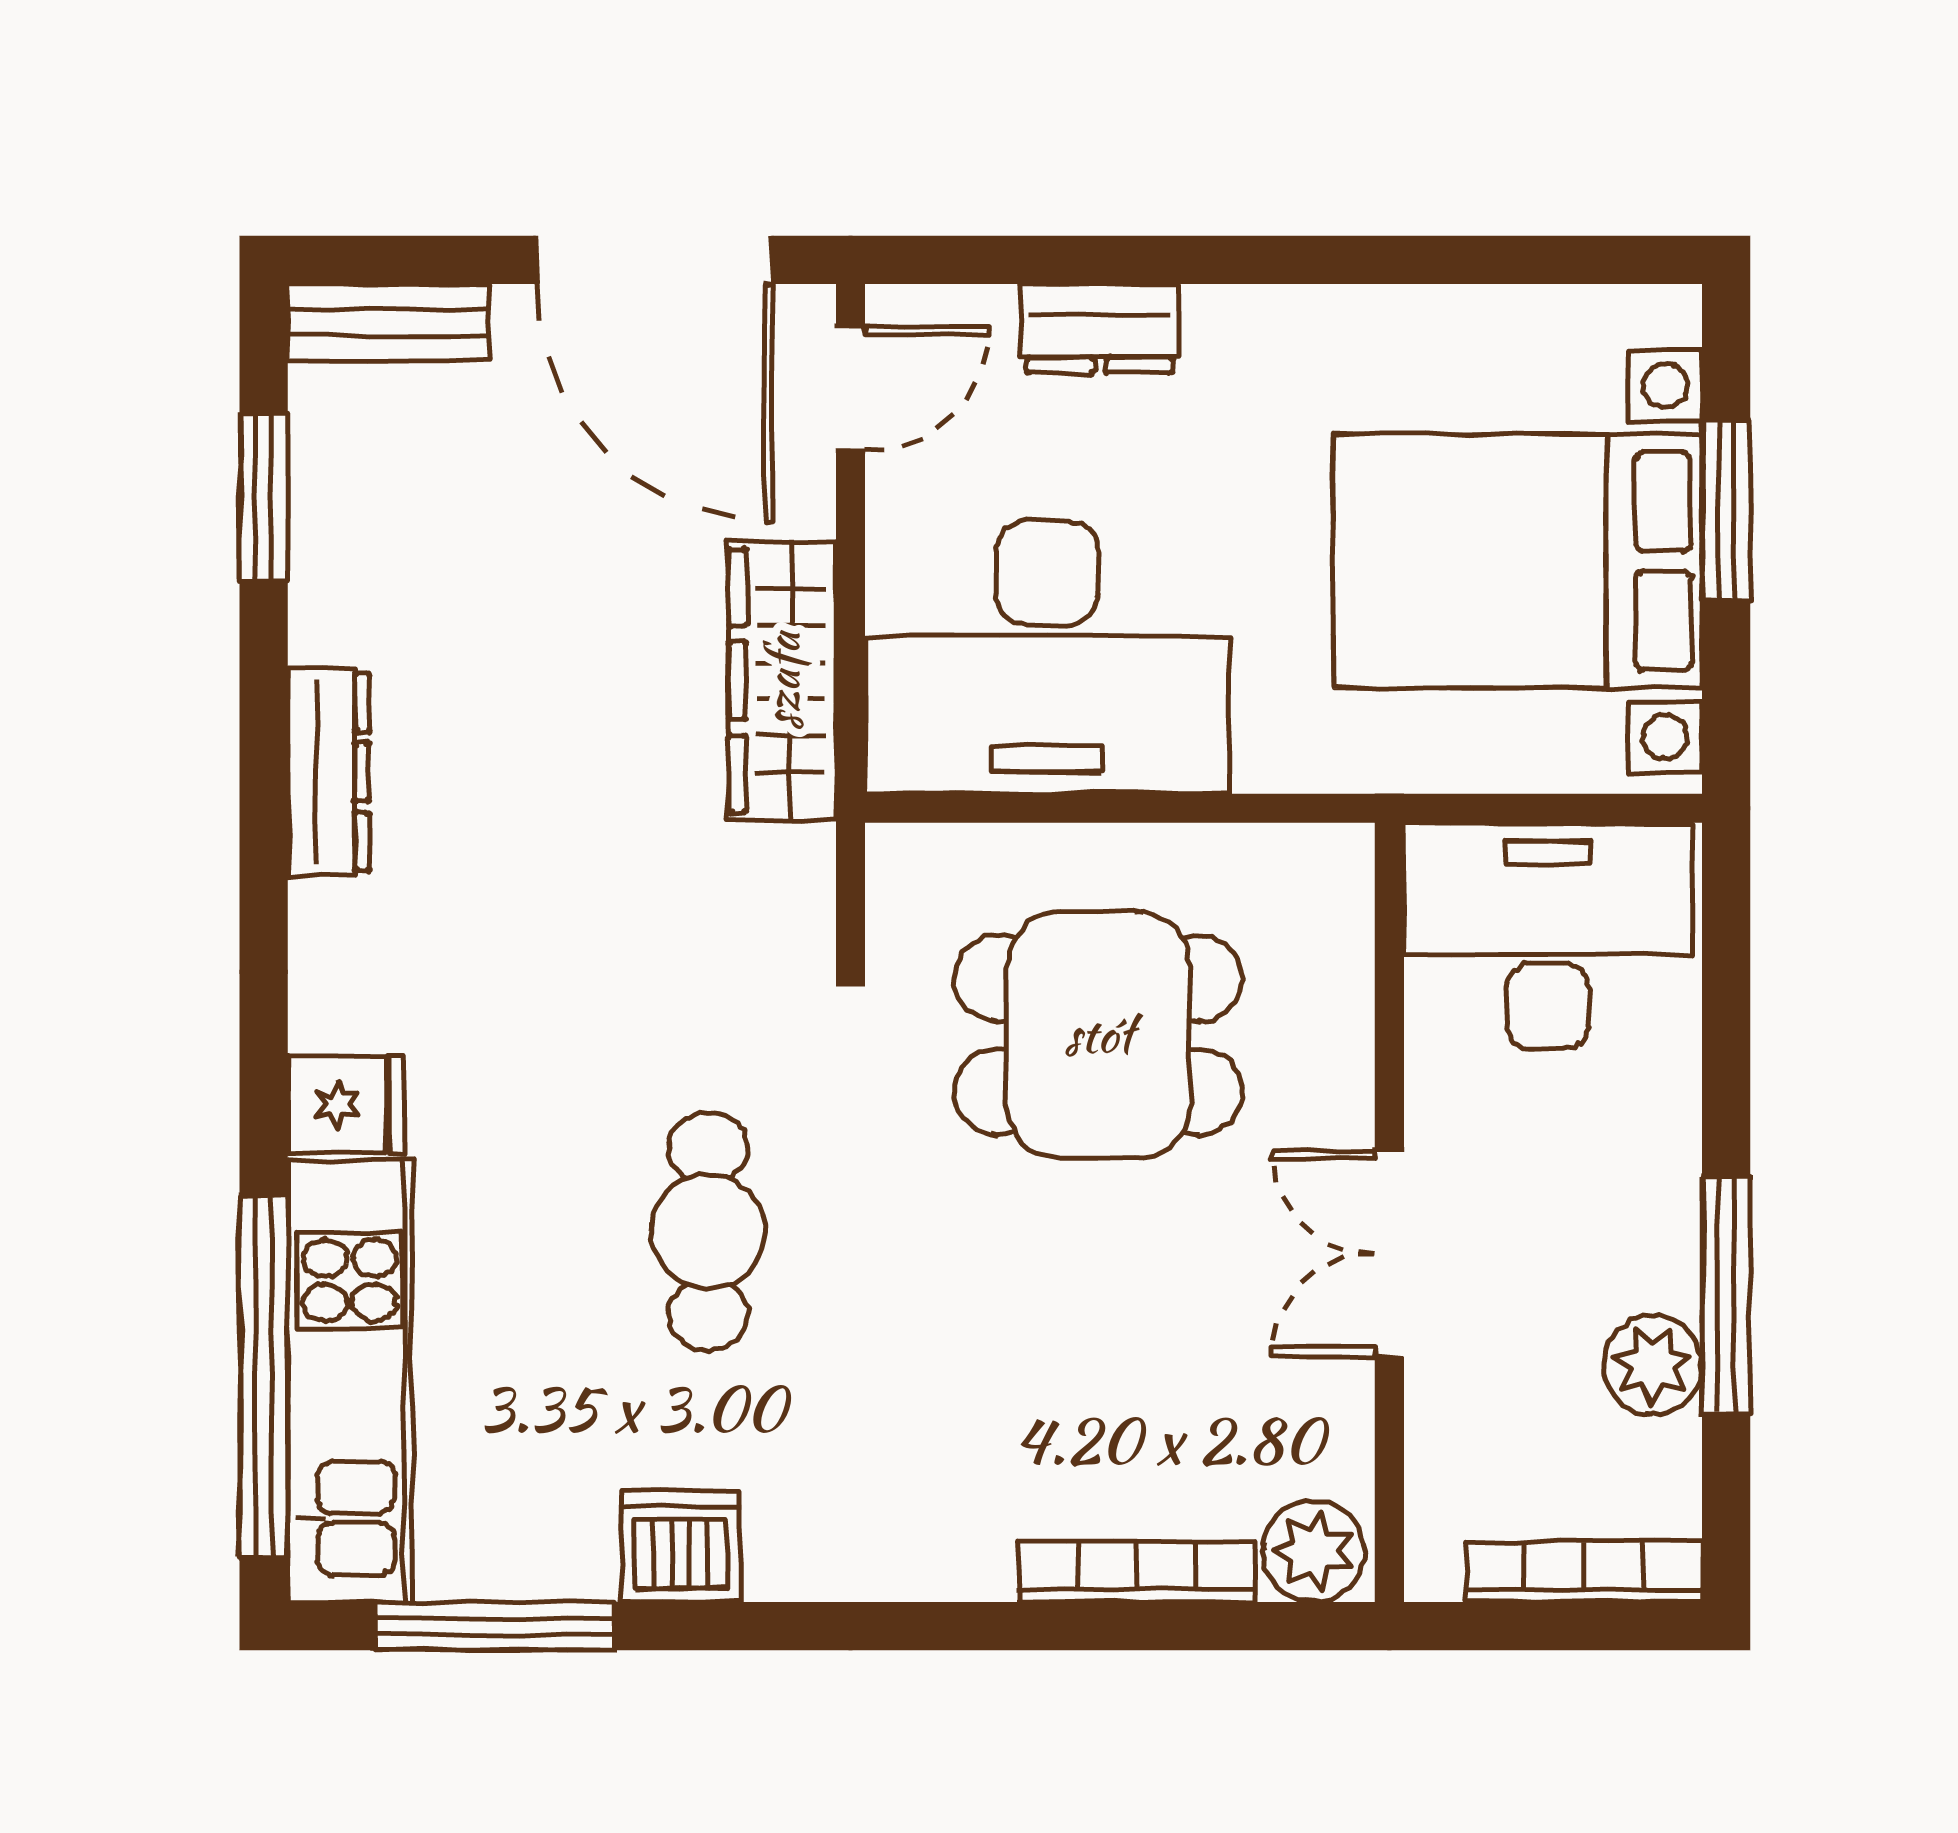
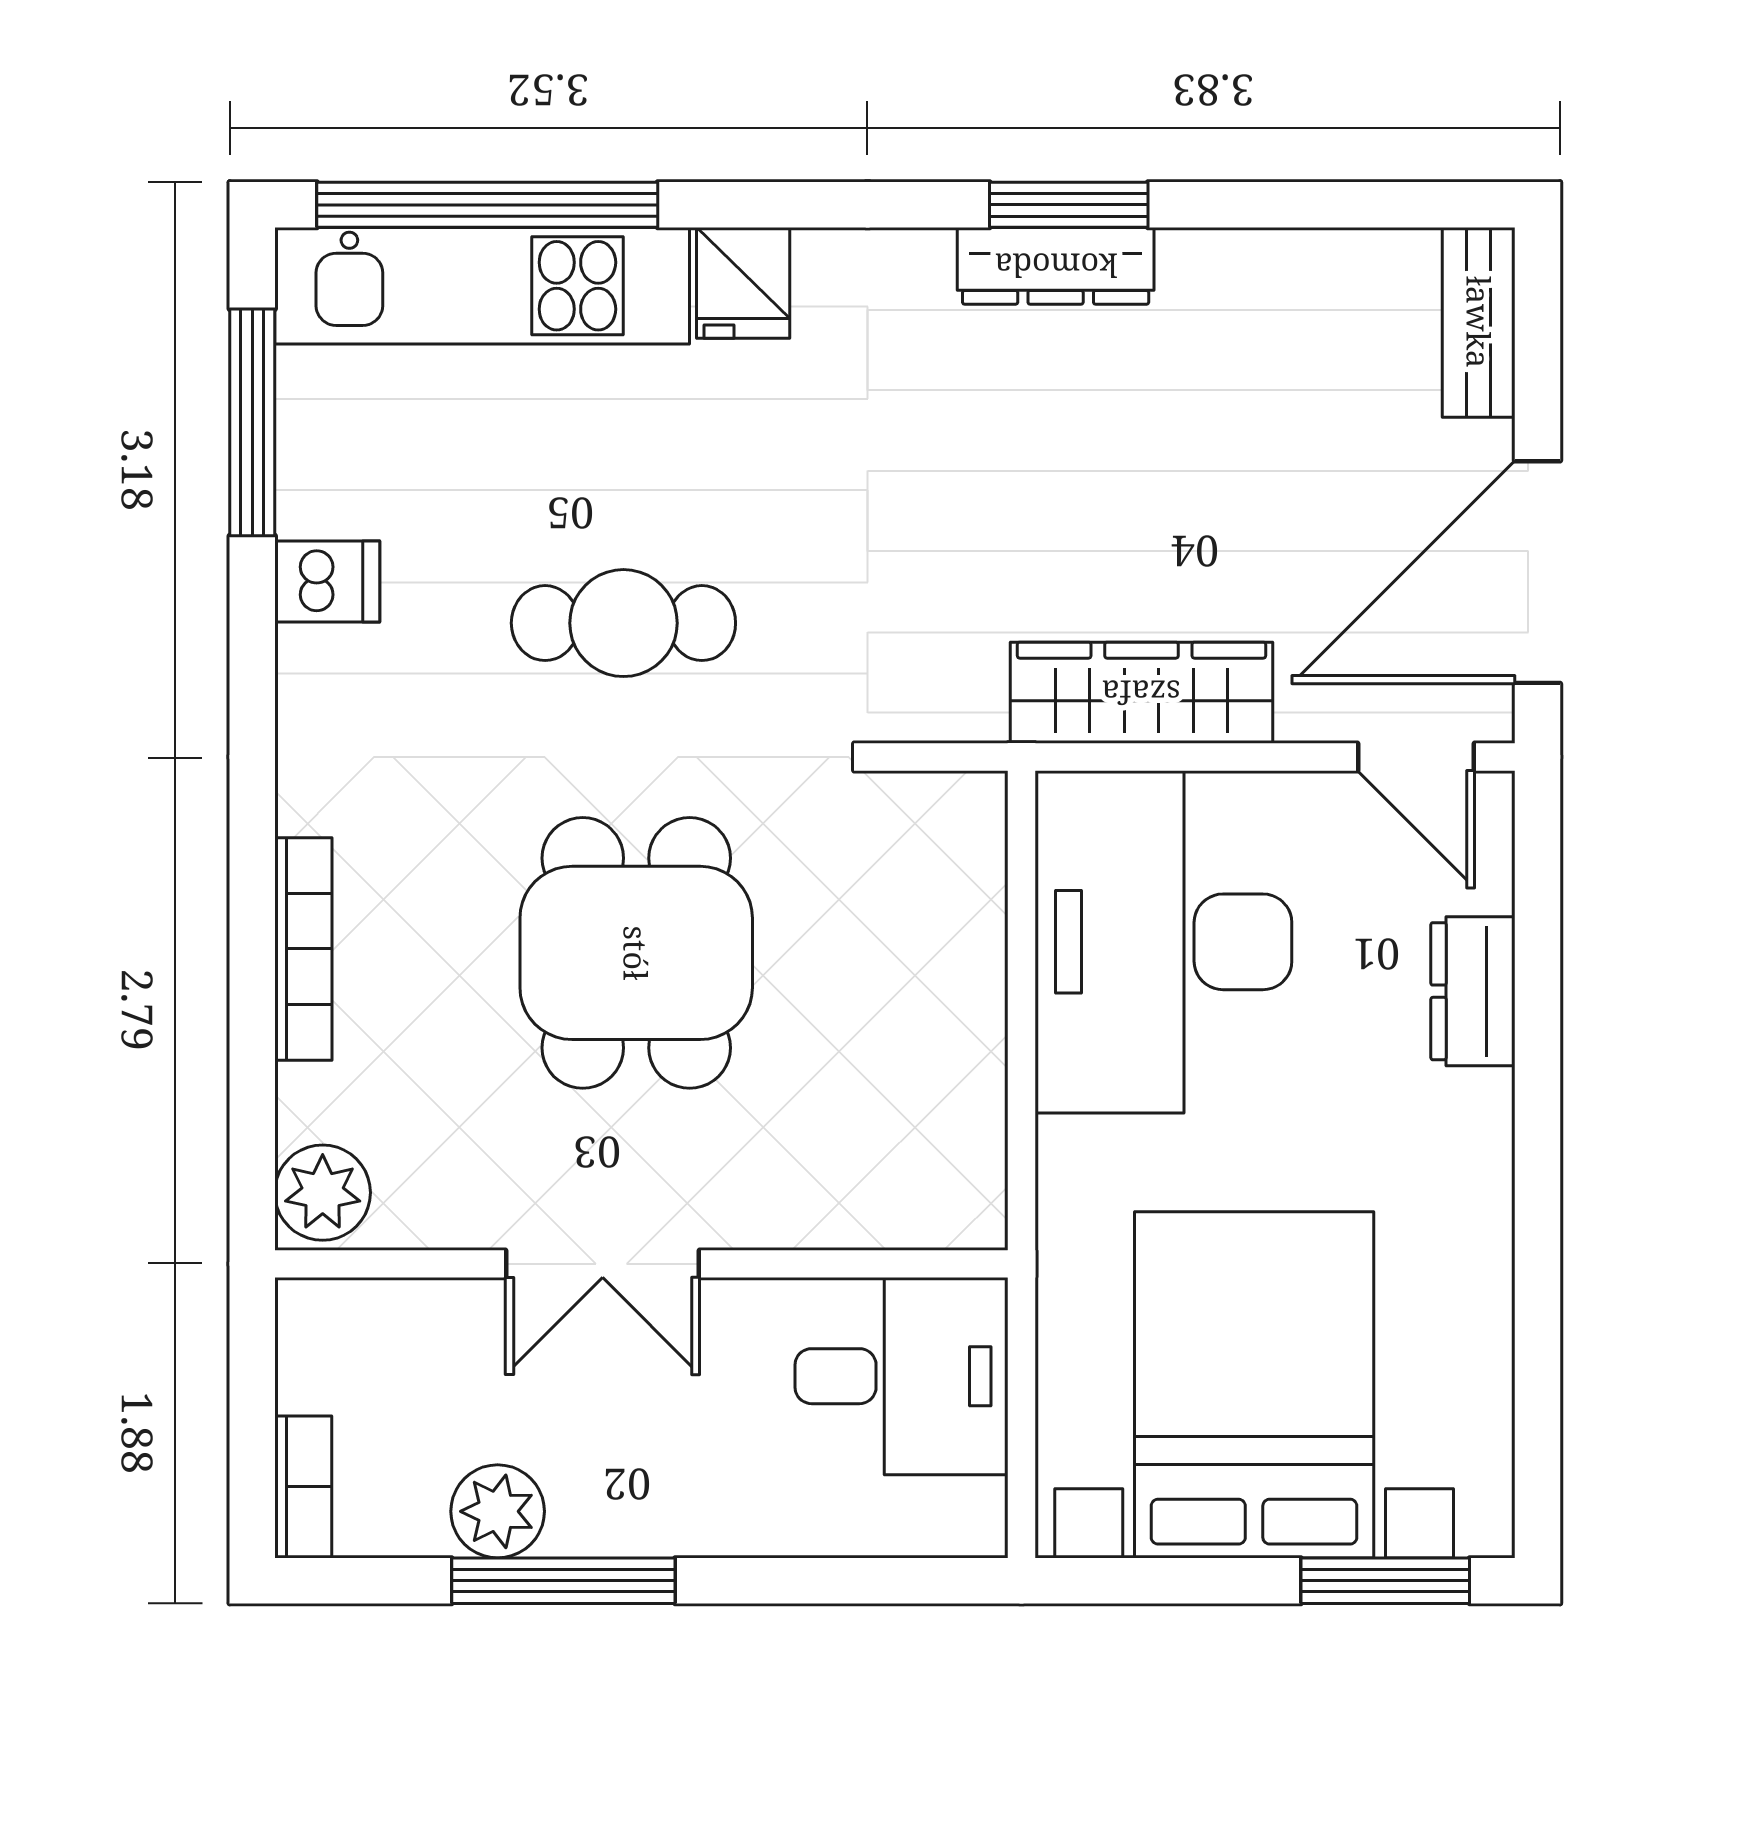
window: (264, 497) -> (1069, 205), moved
window: (1726, 511) -> (1385, 1581), moved
desk: (1548, 936) -> (902, 1376), width x0.73
dining table: (1098, 1035) -> (636, 953), moved
double door: (1389, 1254) -> (603, 1264), swing flipped
dishwasher: (680, 1546) -> (327, 582), width x0.73
bookcase: (1137, 1572) -> (303, 949), moved
bookcase: (1584, 1572) -> (303, 1487), width x0.64

